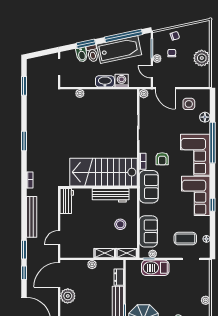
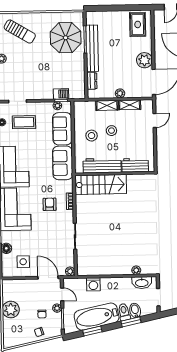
window: (123, 36) -> (92, 331), width x0.47
washbasin: (105, 81) -> (142, 283), moved
stairs: (103, 172) -> (101, 185), width x0.73, depth x0.66
sofa: (149, 187) -> (63, 163), moved
workbench: (67, 201) -> (135, 165), moved, turned 90
stool: (101, 229) -> (111, 131), added
shelving: (127, 253) -> (130, 105), moved
barbecue: (155, 268) -> (61, 94), width x0.53, depth x0.65

